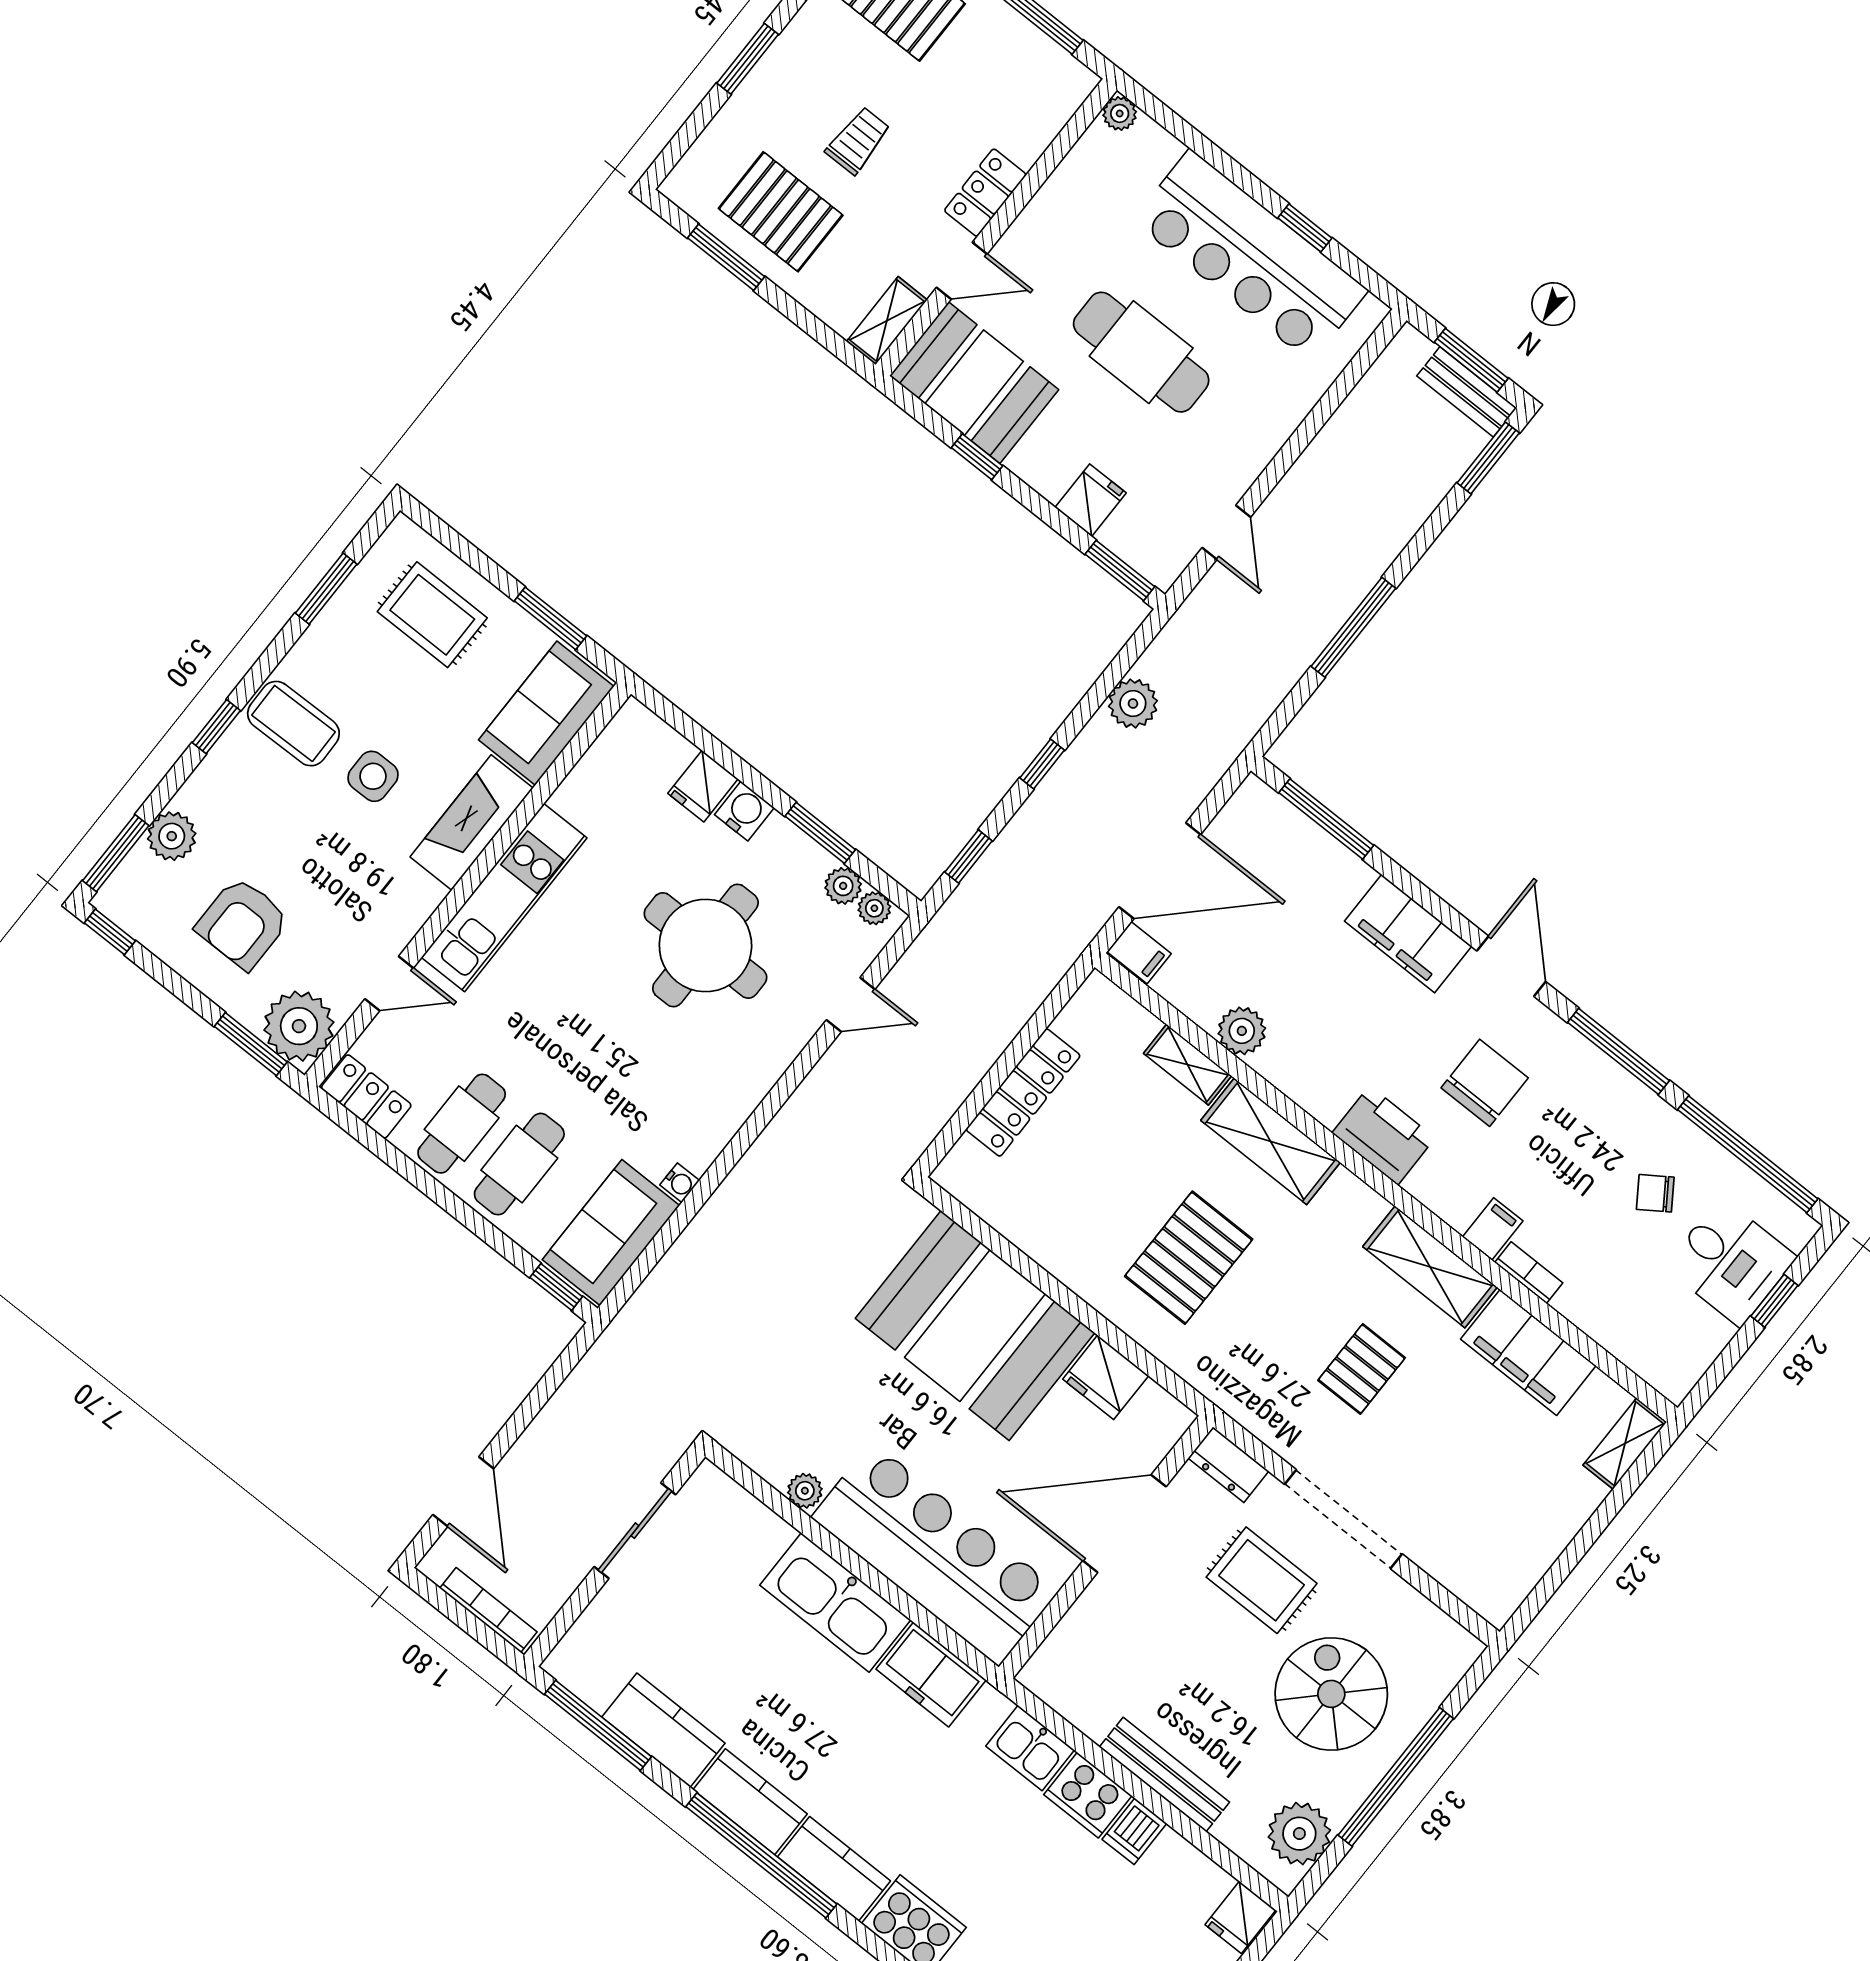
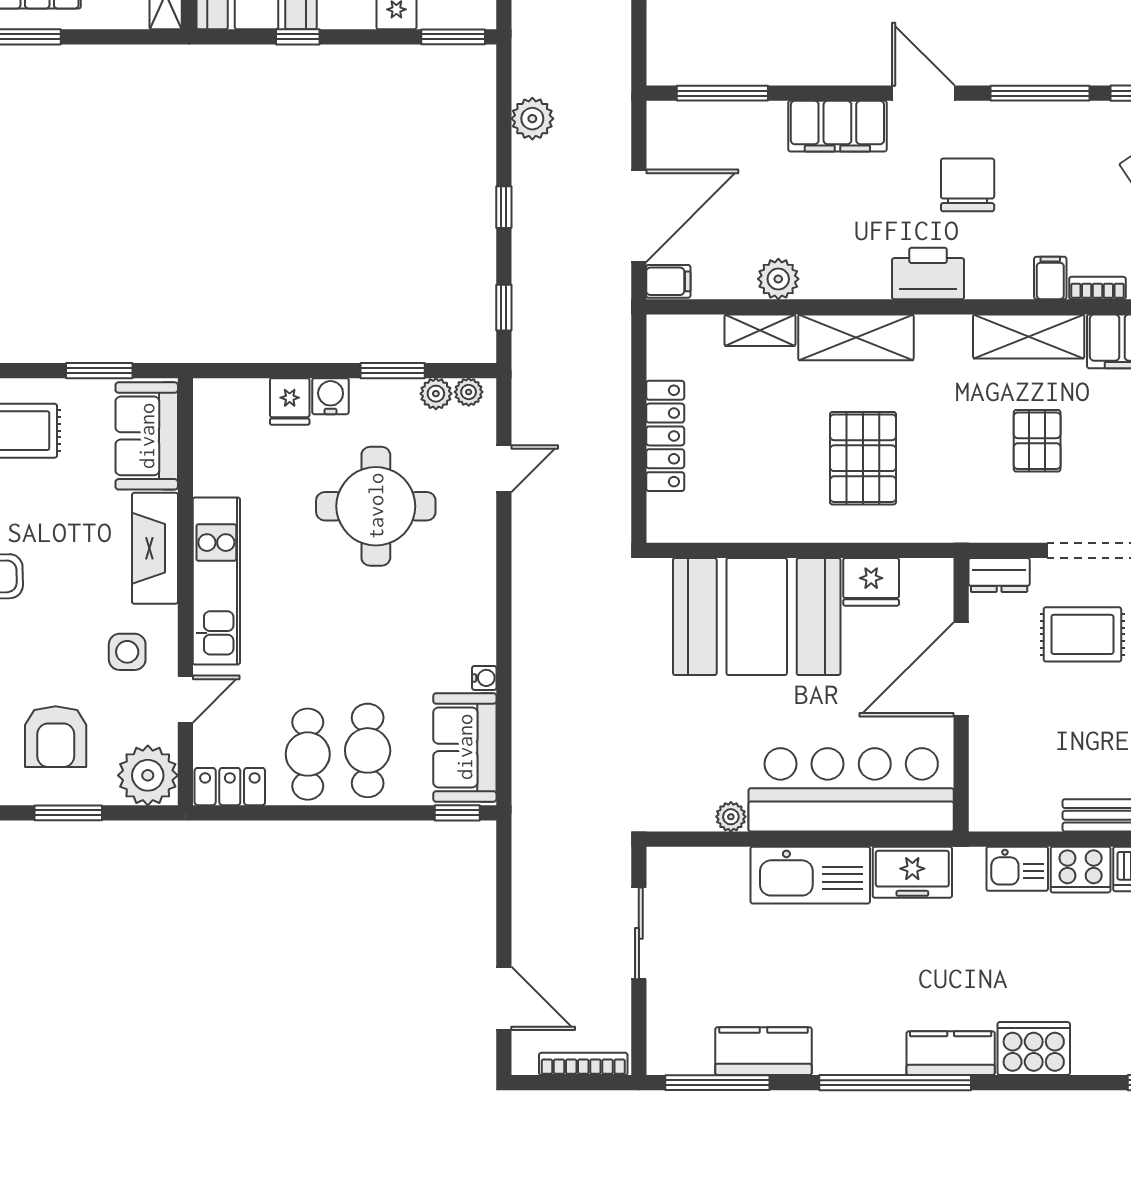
side table: (373, 776) -> (127, 652), moved
window: (251, 1044) -> (68, 813), moved
kitchen counter: (750, 1802) -> (859, 1053), removed

